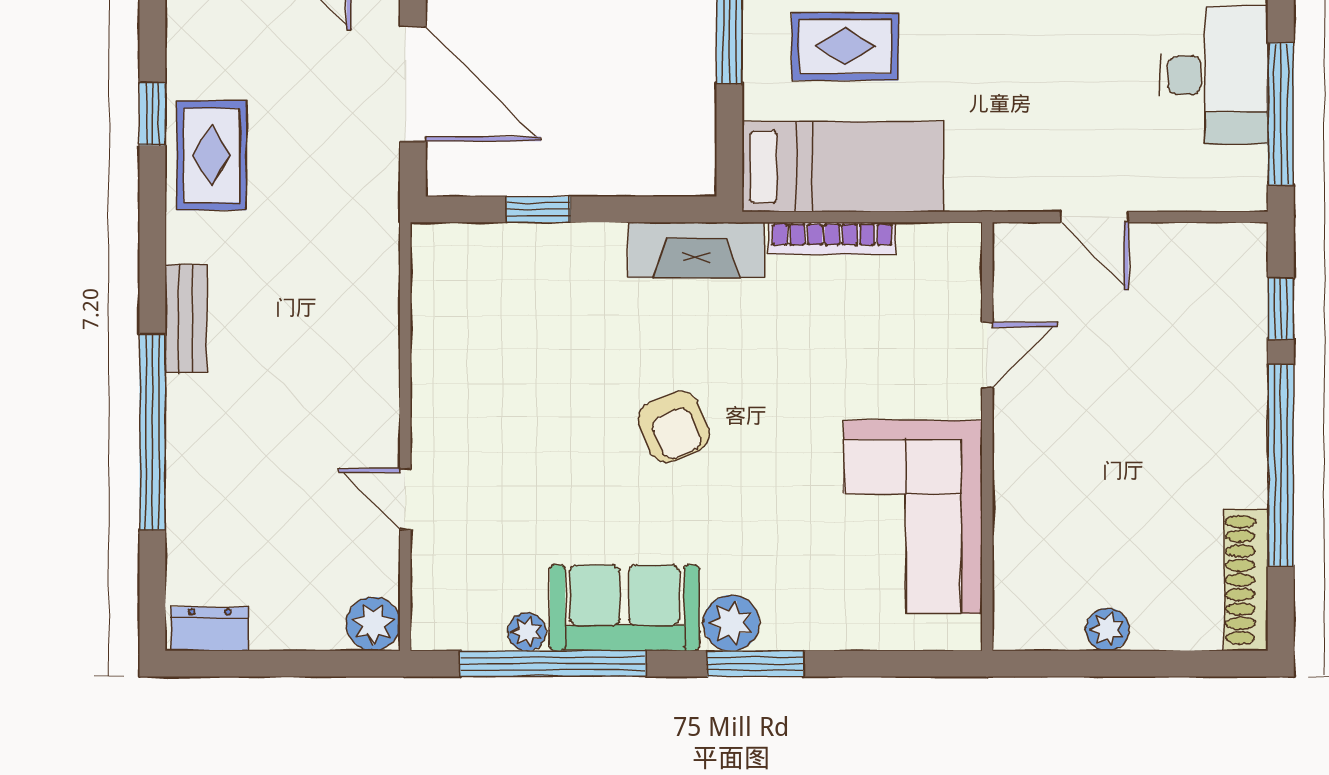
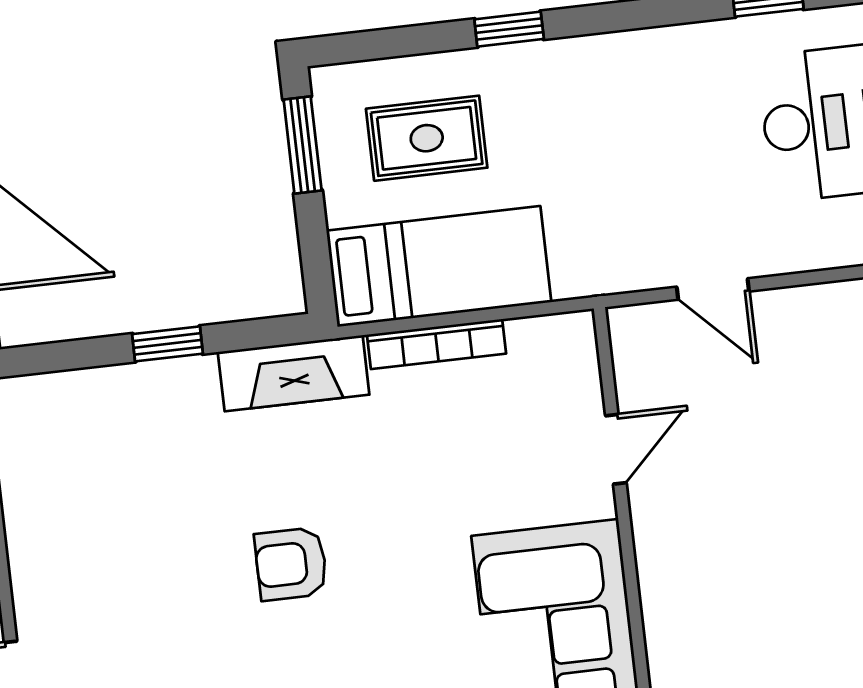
window: (538, 209) -> (168, 344), moved
armchair: (674, 427) -> (291, 564), turned 113

